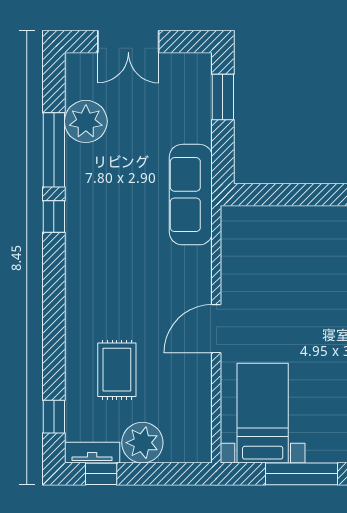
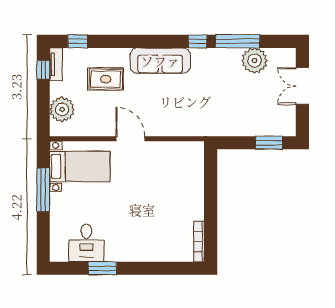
sofa: (191, 195) -> (160, 61), moved, turned 180
plant: (142, 443) -> (62, 109), moved

